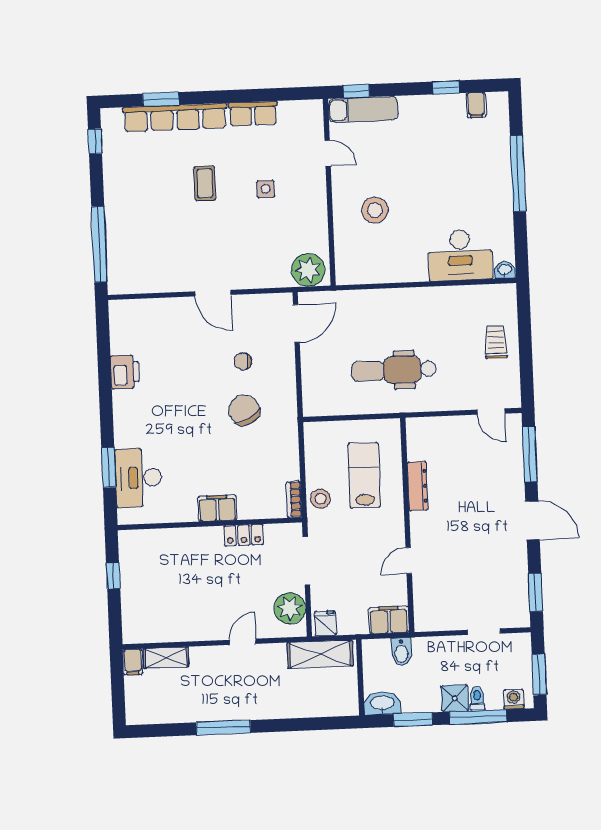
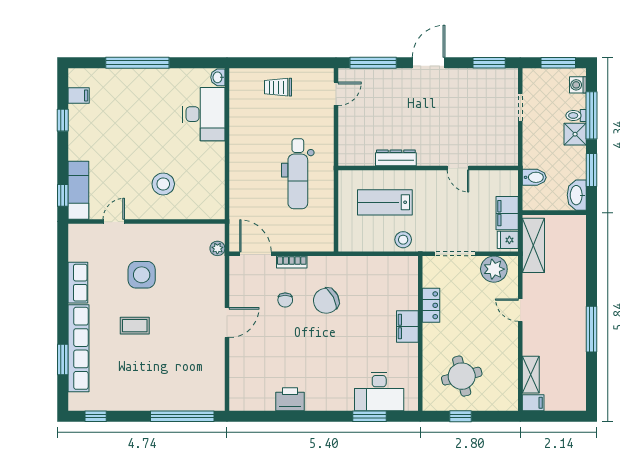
side table: (266, 189) -> (142, 275), width x1.87, depth x1.87
plant: (308, 270) -> (217, 248), width x0.53, depth x0.53
bookcase: (294, 499) -> (292, 262), moved
round table: (161, 575) -> (462, 376), added
filing cabinet: (389, 620) -> (507, 213), moved

